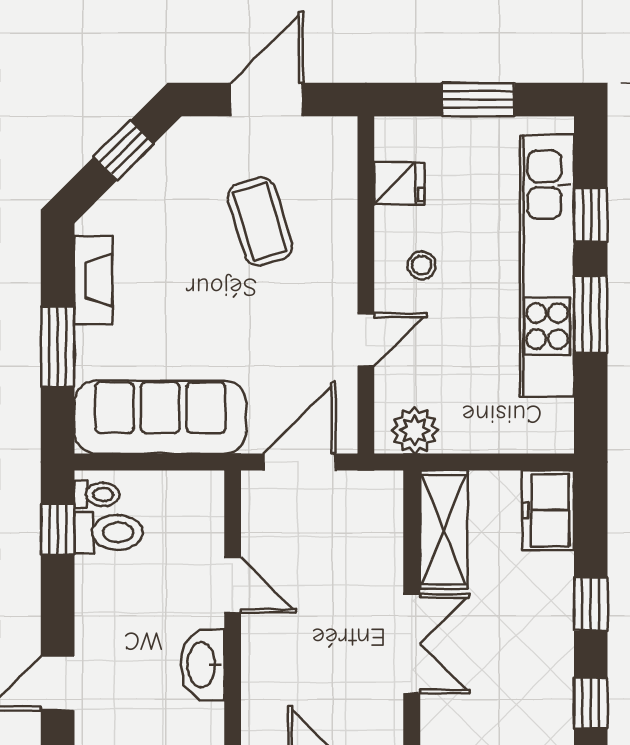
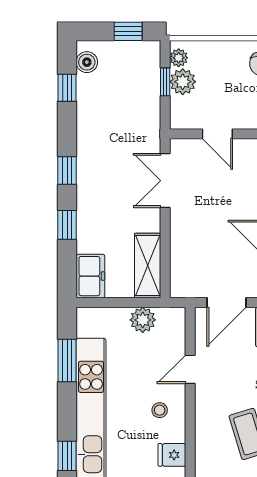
window: (591, 215) -> (67, 456), moved
window: (591, 314) -> (67, 361), moved
plant: (415, 430) -> (143, 320), moved
double door: (412, 644) -> (165, 181), moved

